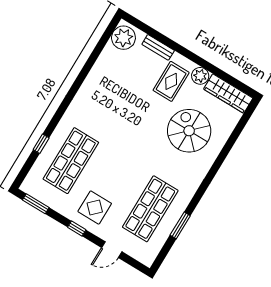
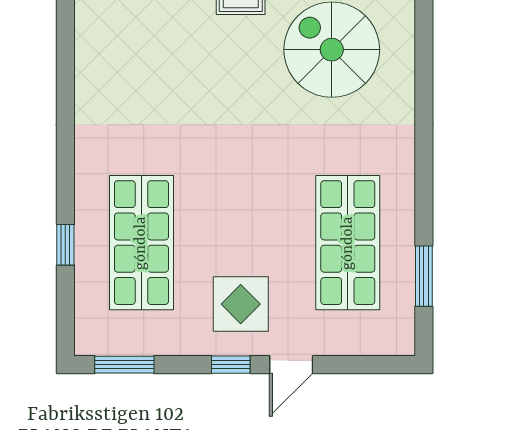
window: (180, 225) -> (424, 276), moved
door: (112, 250) -> (291, 365), moved

